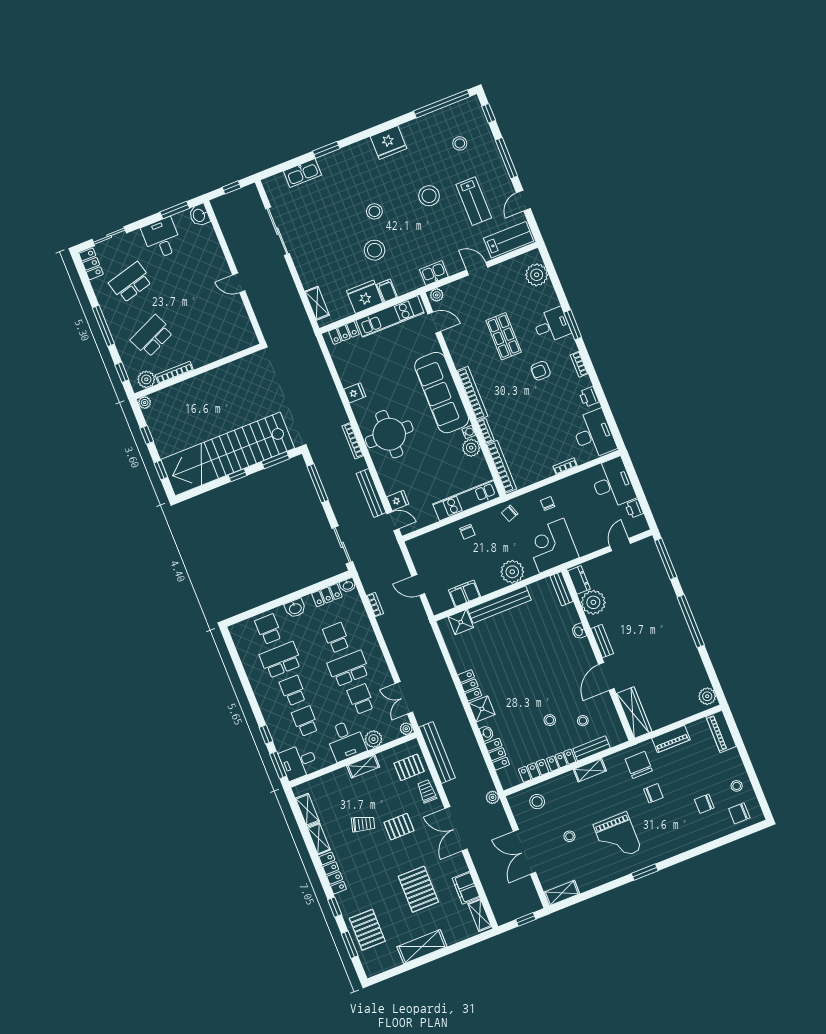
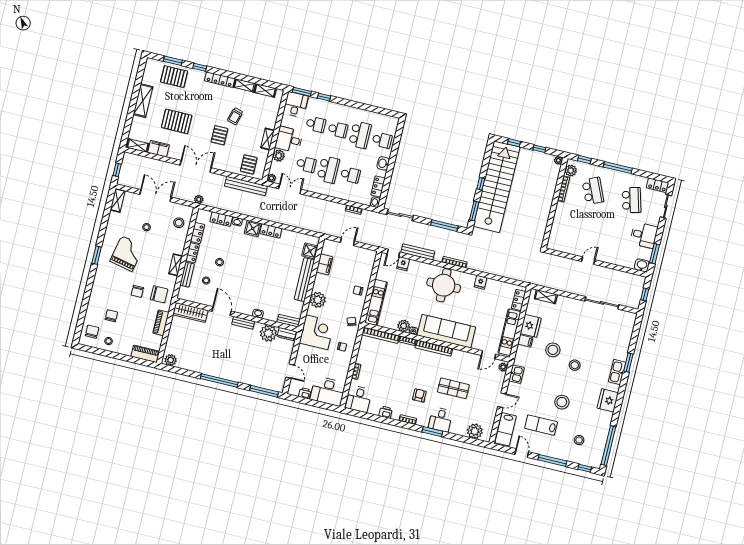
kitchen sink: (302, 173) -> (617, 372), moved
desk: (594, 434) -> (359, 399), width x0.73
trolley: (427, 791) -> (228, 165), removed
grand piano: (617, 837) -> (127, 254), turned 102

